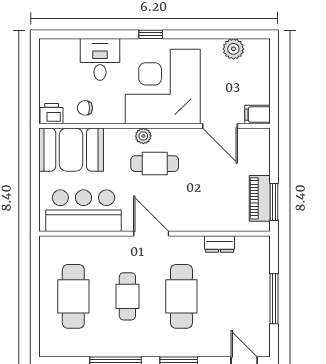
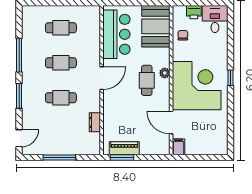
plant: (233, 49) -> (221, 131), removed
desk: (100, 59) -> (215, 19), moved, turned -90
printer: (52, 114) -> (194, 12), moved, turned 90
door: (220, 126) -> (171, 123), hinge flipped
cafe table: (73, 296) -> (61, 28), width x0.73, depth x0.74
cafe table: (181, 296) -> (61, 98), width x0.73, depth x0.74

